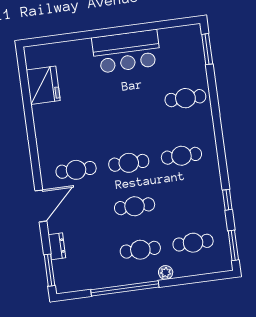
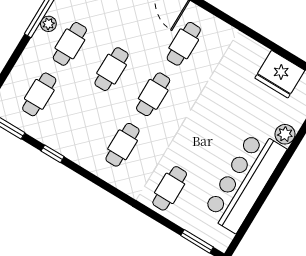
plant: (82, 48) -> (285, 134), added
bar counter: (126, 51) -> (244, 181), width x1.36
plant: (166, 272) -> (48, 24), moved

